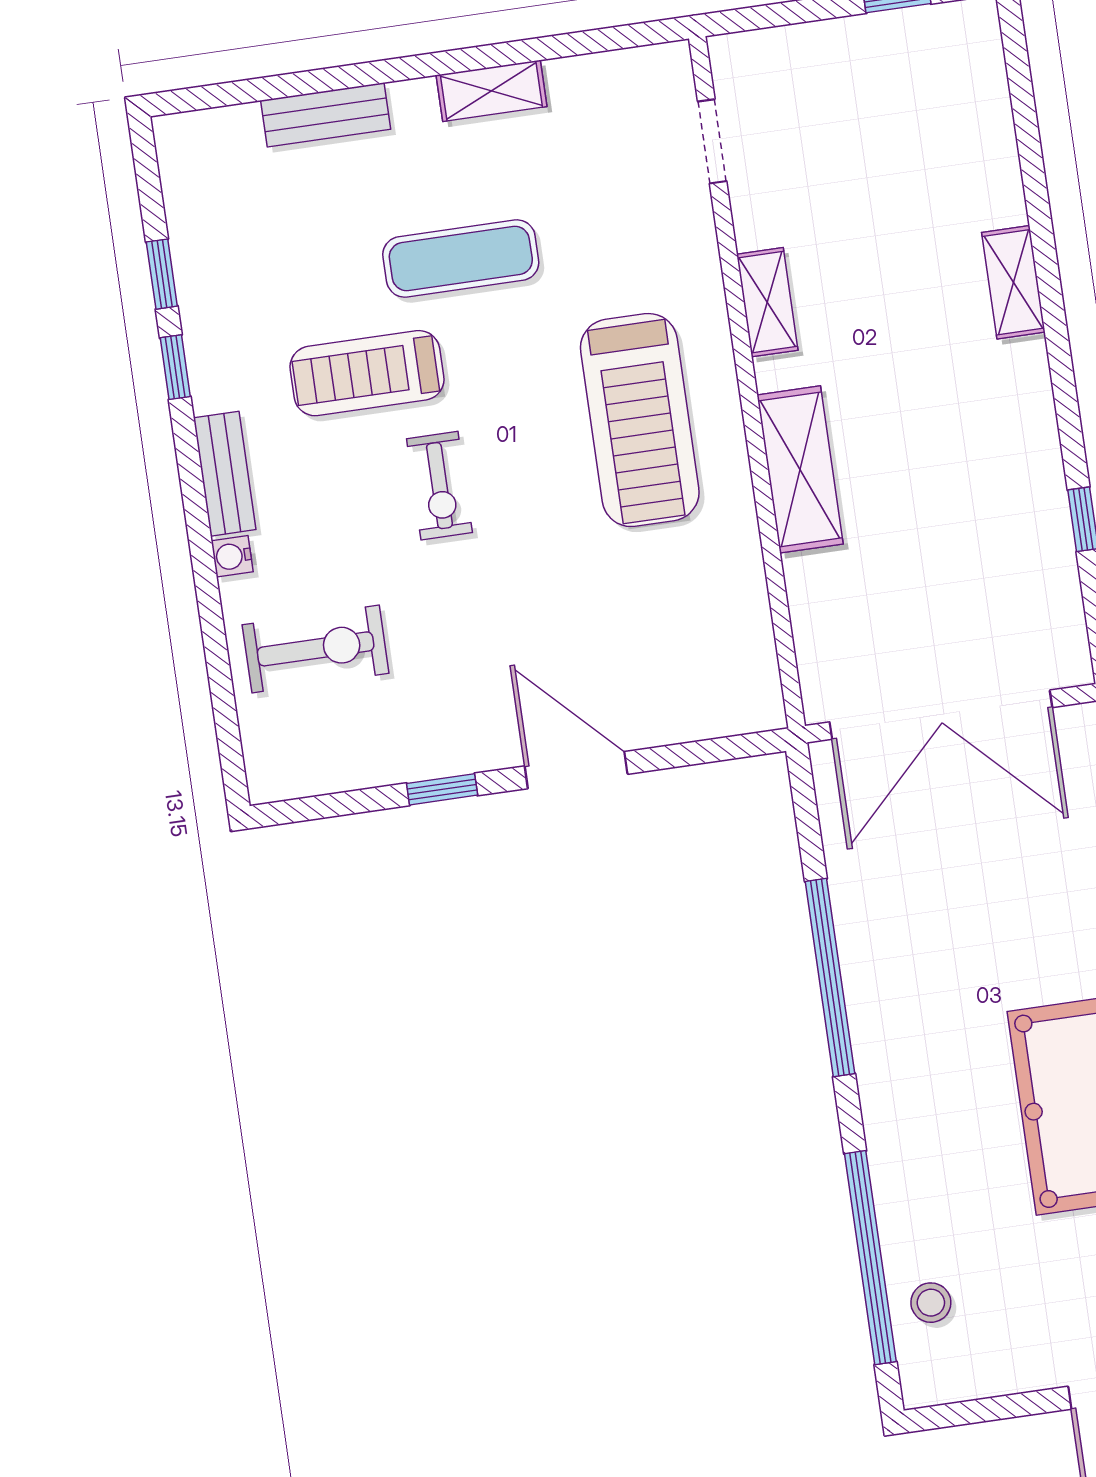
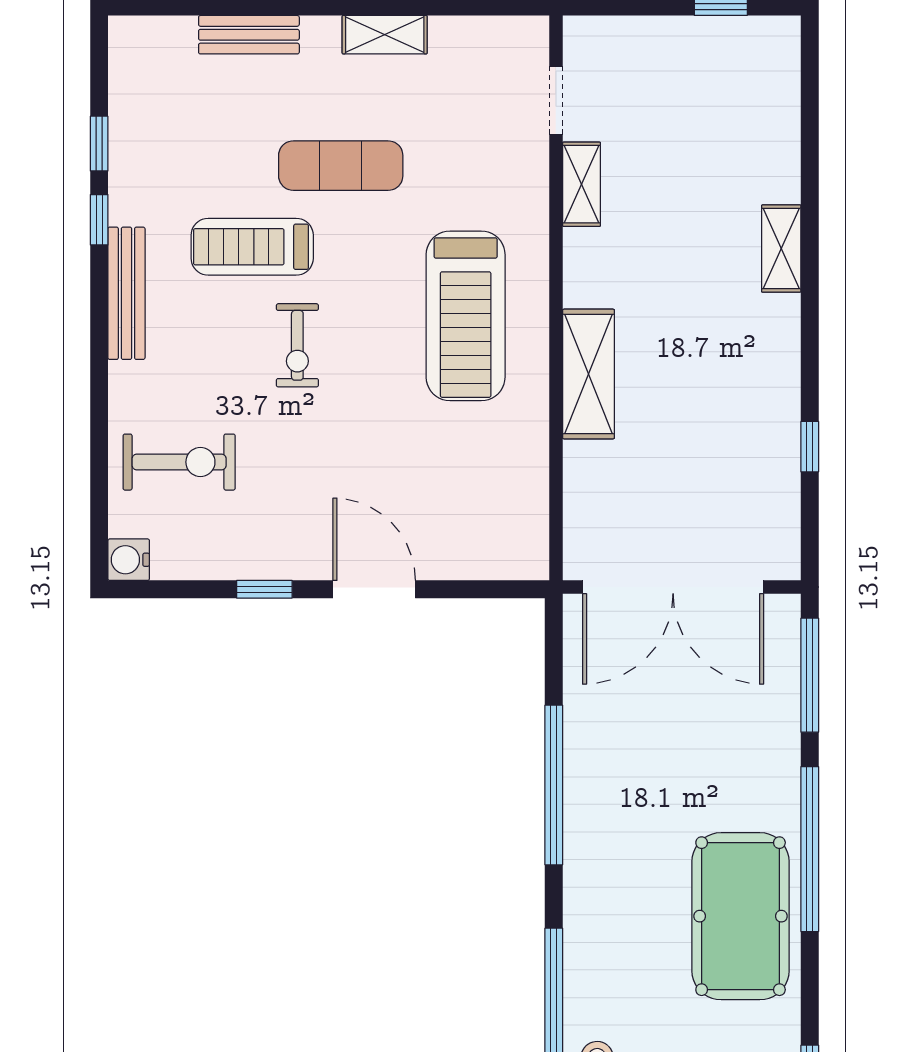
shelving: (767, 302) -> (582, 184), moved
bench: (225, 474) -> (126, 293), width x1.36
water cooler: (232, 556) -> (129, 560), moved, width x1.38, depth x1.38

